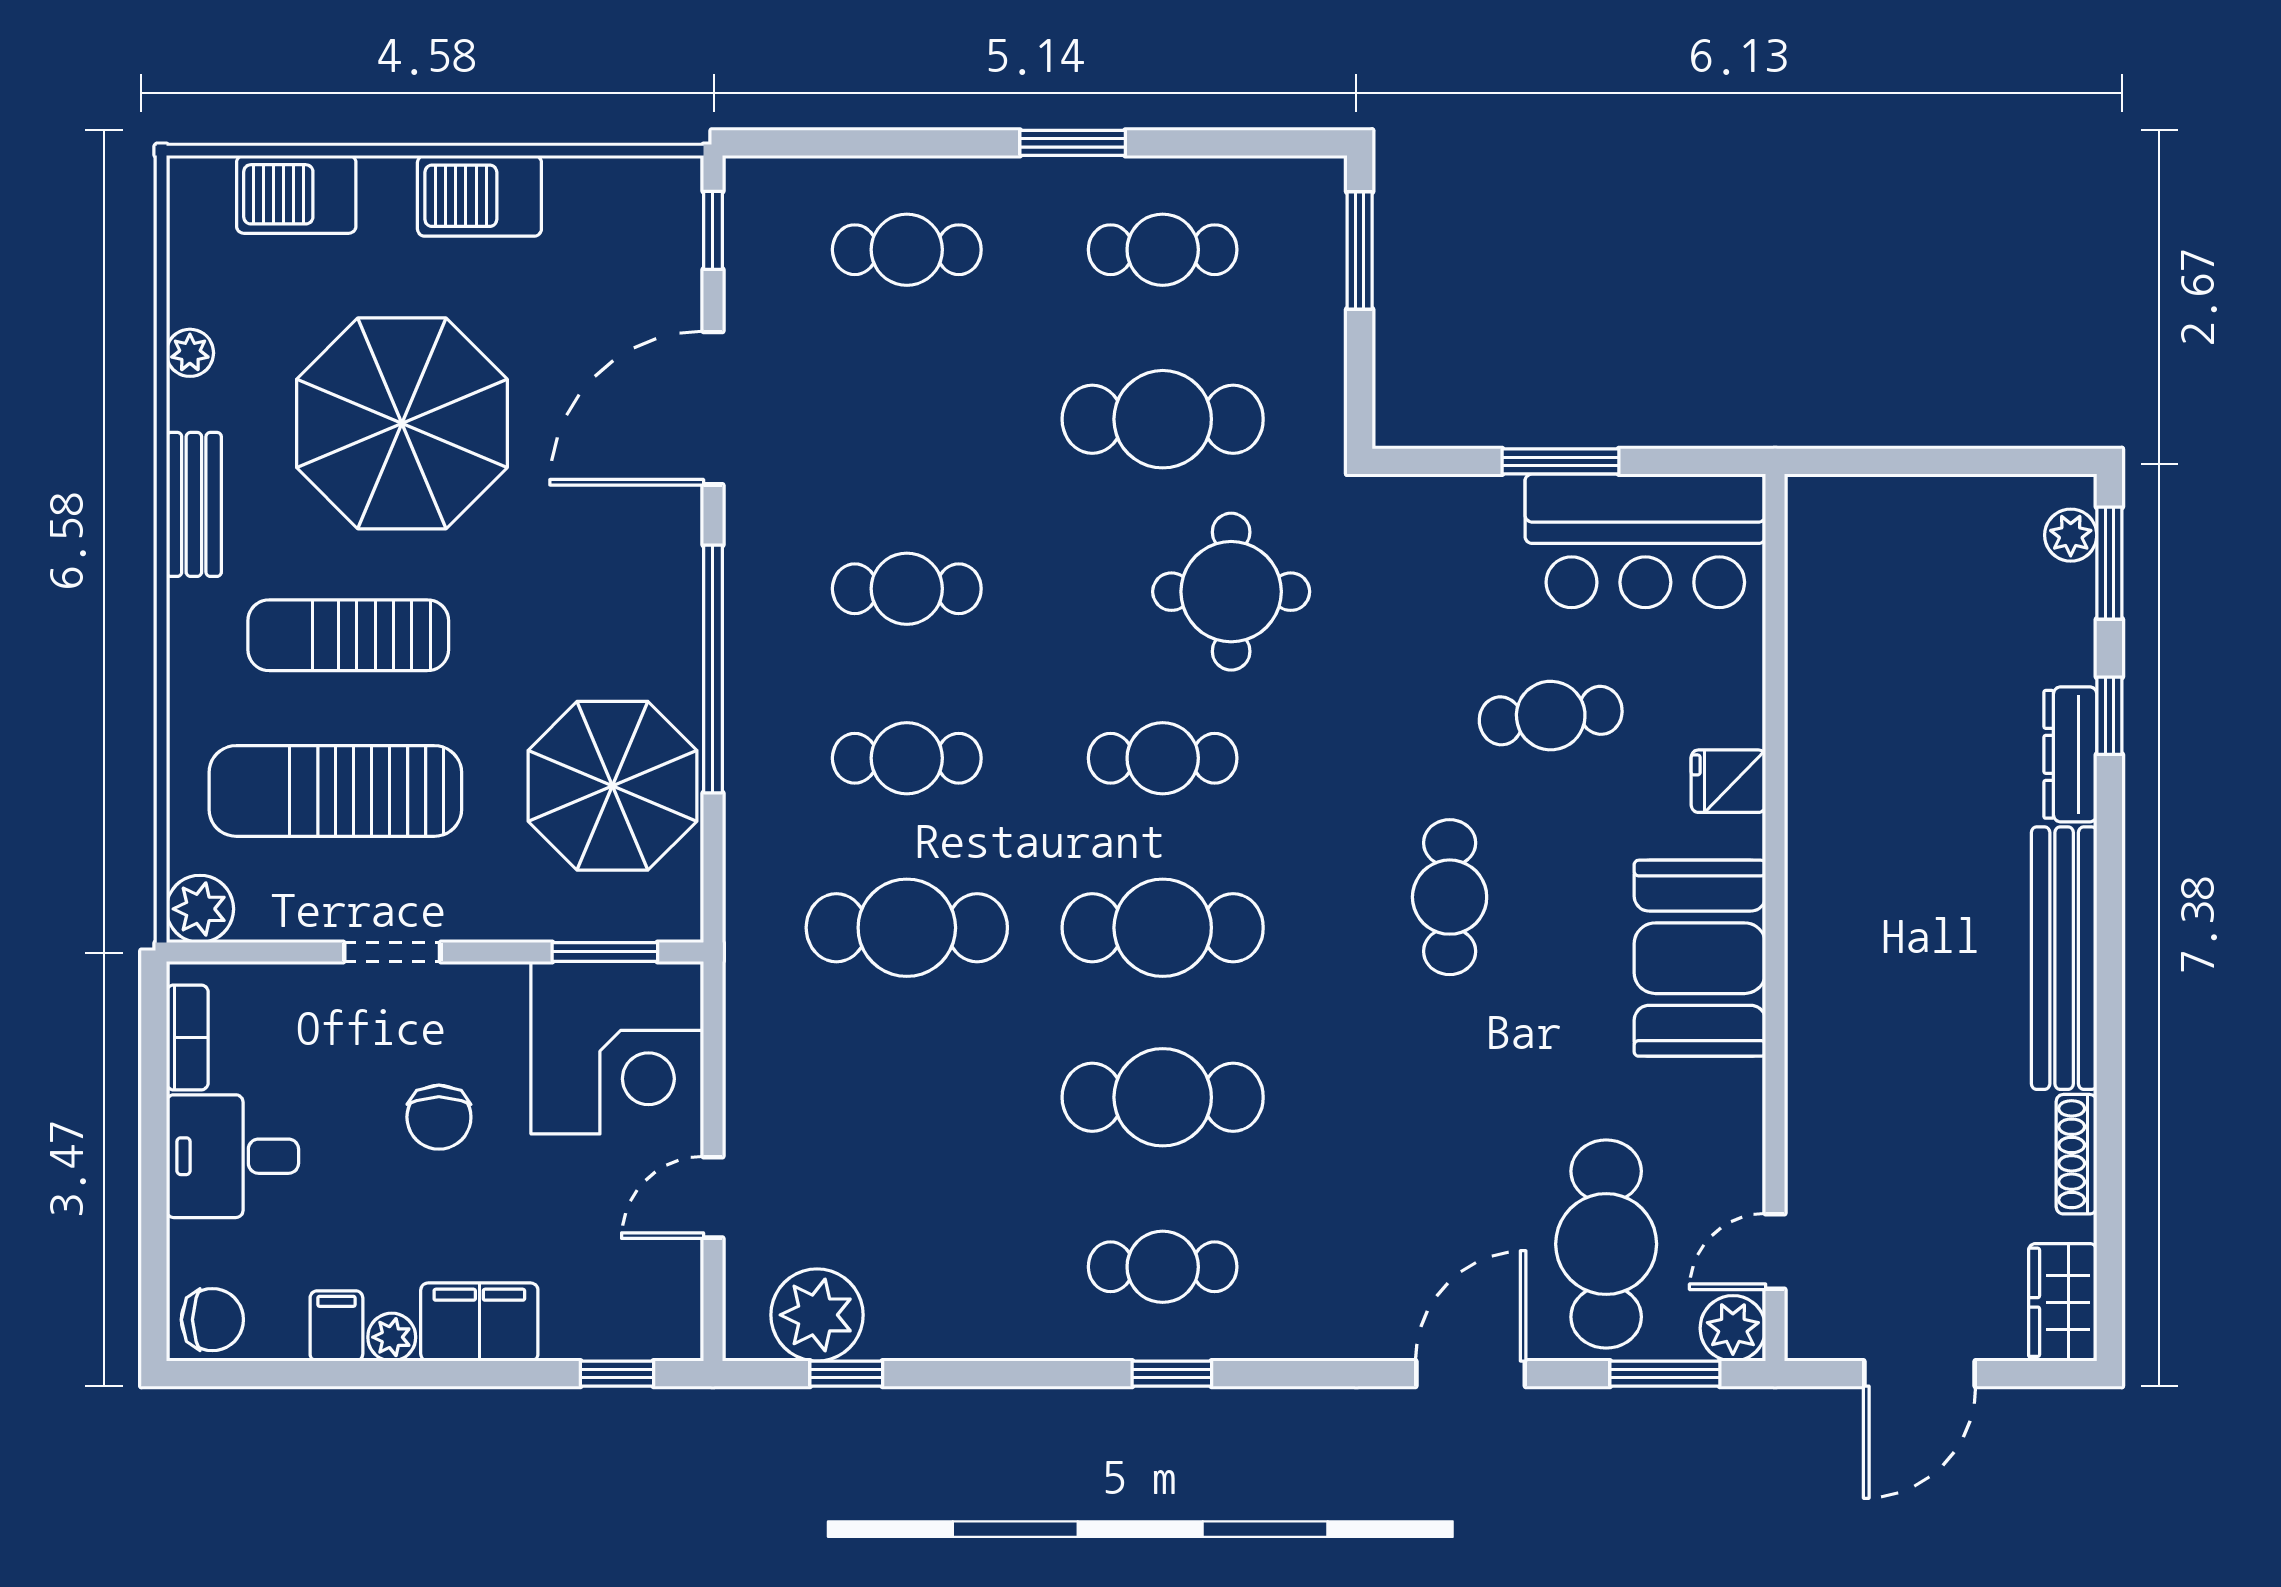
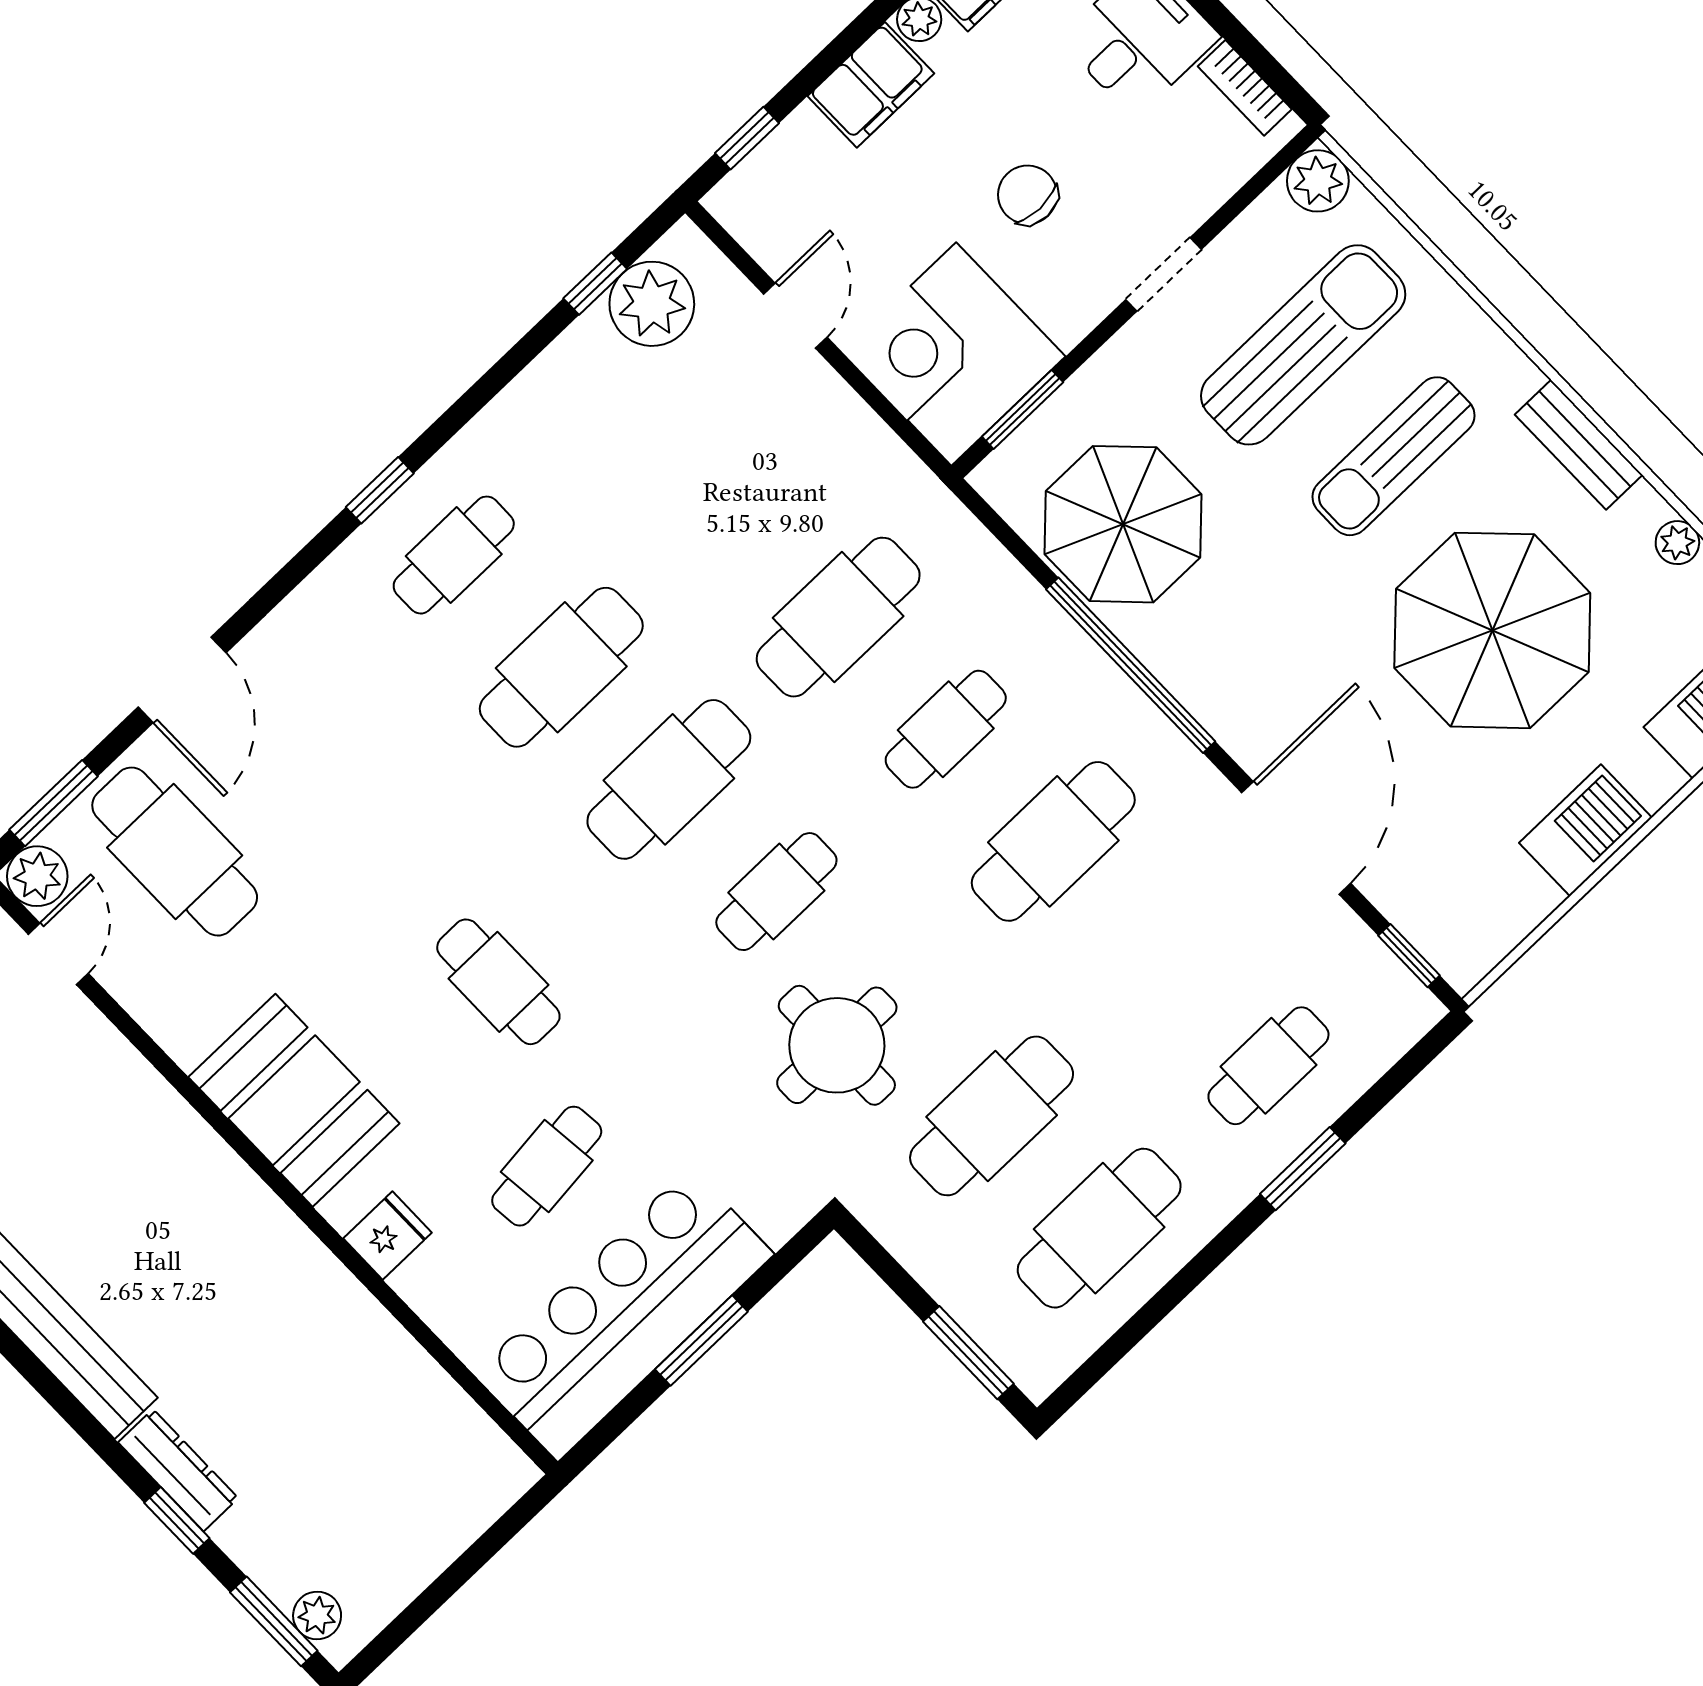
window: (1073, 143) -> (1303, 1169), moved
cafe table: (1163, 250) -> (1099, 1228), width x1.37, depth x1.35
bar counter: (1645, 541) -> (624, 1314), width x1.36
cafe table: (907, 589) -> (1053, 841), width x1.37, depth x1.35
sun lounger: (348, 635) -> (1393, 456), turned 180

